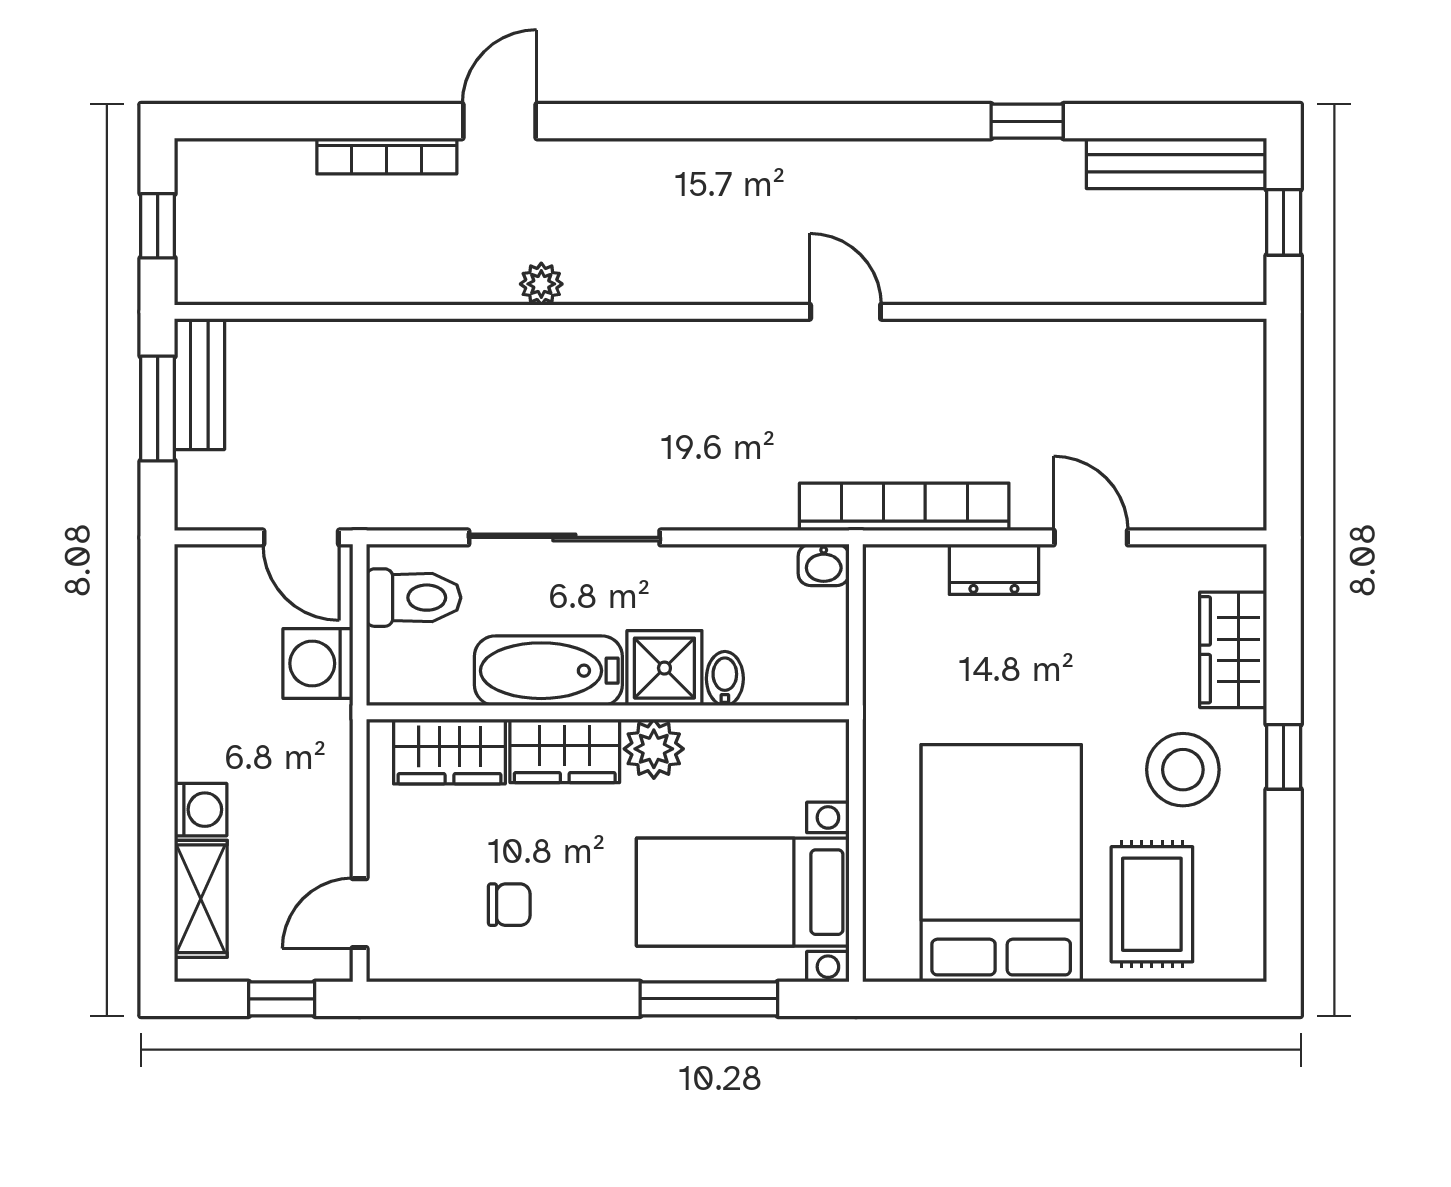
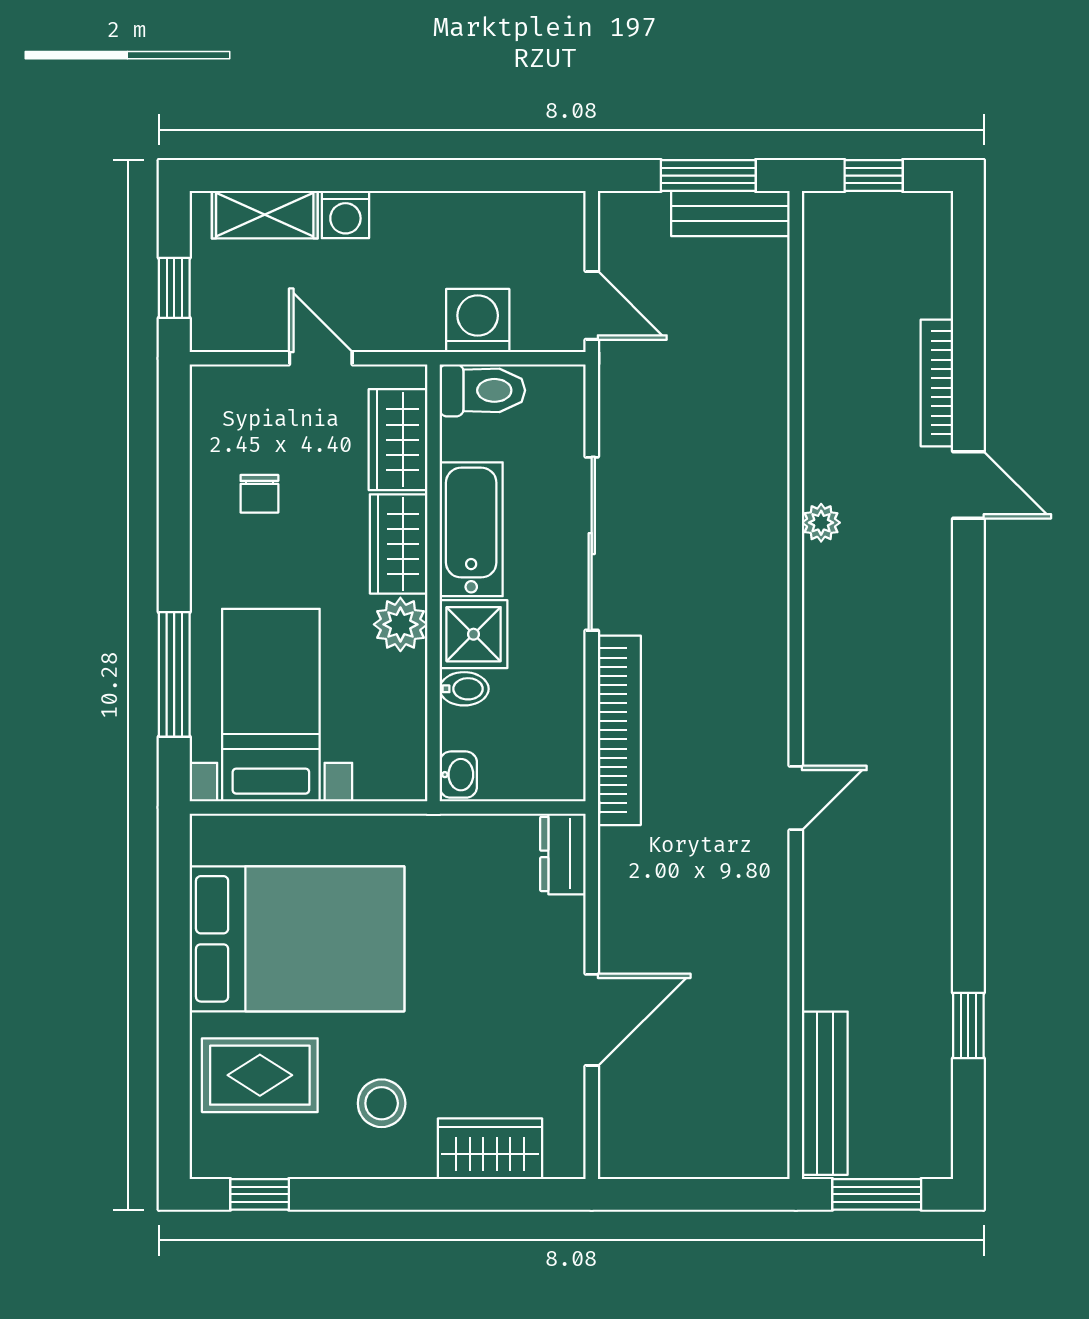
window: (1027, 121) -> (968, 1025), moved
bench: (1176, 163) -> (825, 1093), moved
window: (1284, 222) -> (877, 1194), width x1.50
bookcase: (904, 507) -> (619, 730), moved
door: (301, 537) -> (592, 305), swing flipped
door: (1091, 537) -> (592, 1020), width x1.38
washbasin: (824, 565) -> (458, 775), moved, turned 180
dresser: (994, 569) -> (563, 854), moved
toilet: (414, 598) -> (482, 390), moved, turned -90
window: (1284, 757) -> (260, 1194), moved
stool: (1183, 770) -> (382, 1103), width x0.73, depth x0.73
door: (360, 913) -> (321, 358), moved

